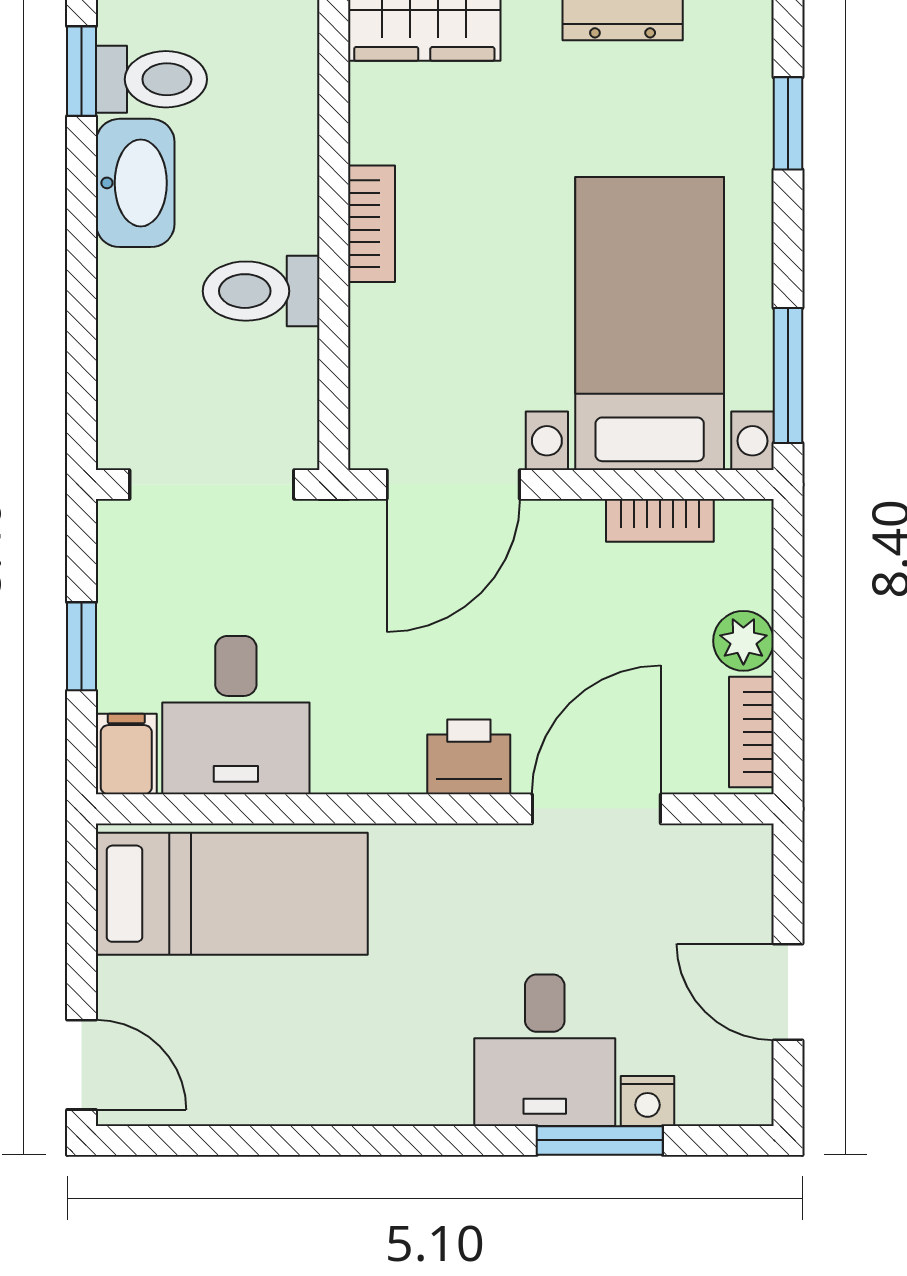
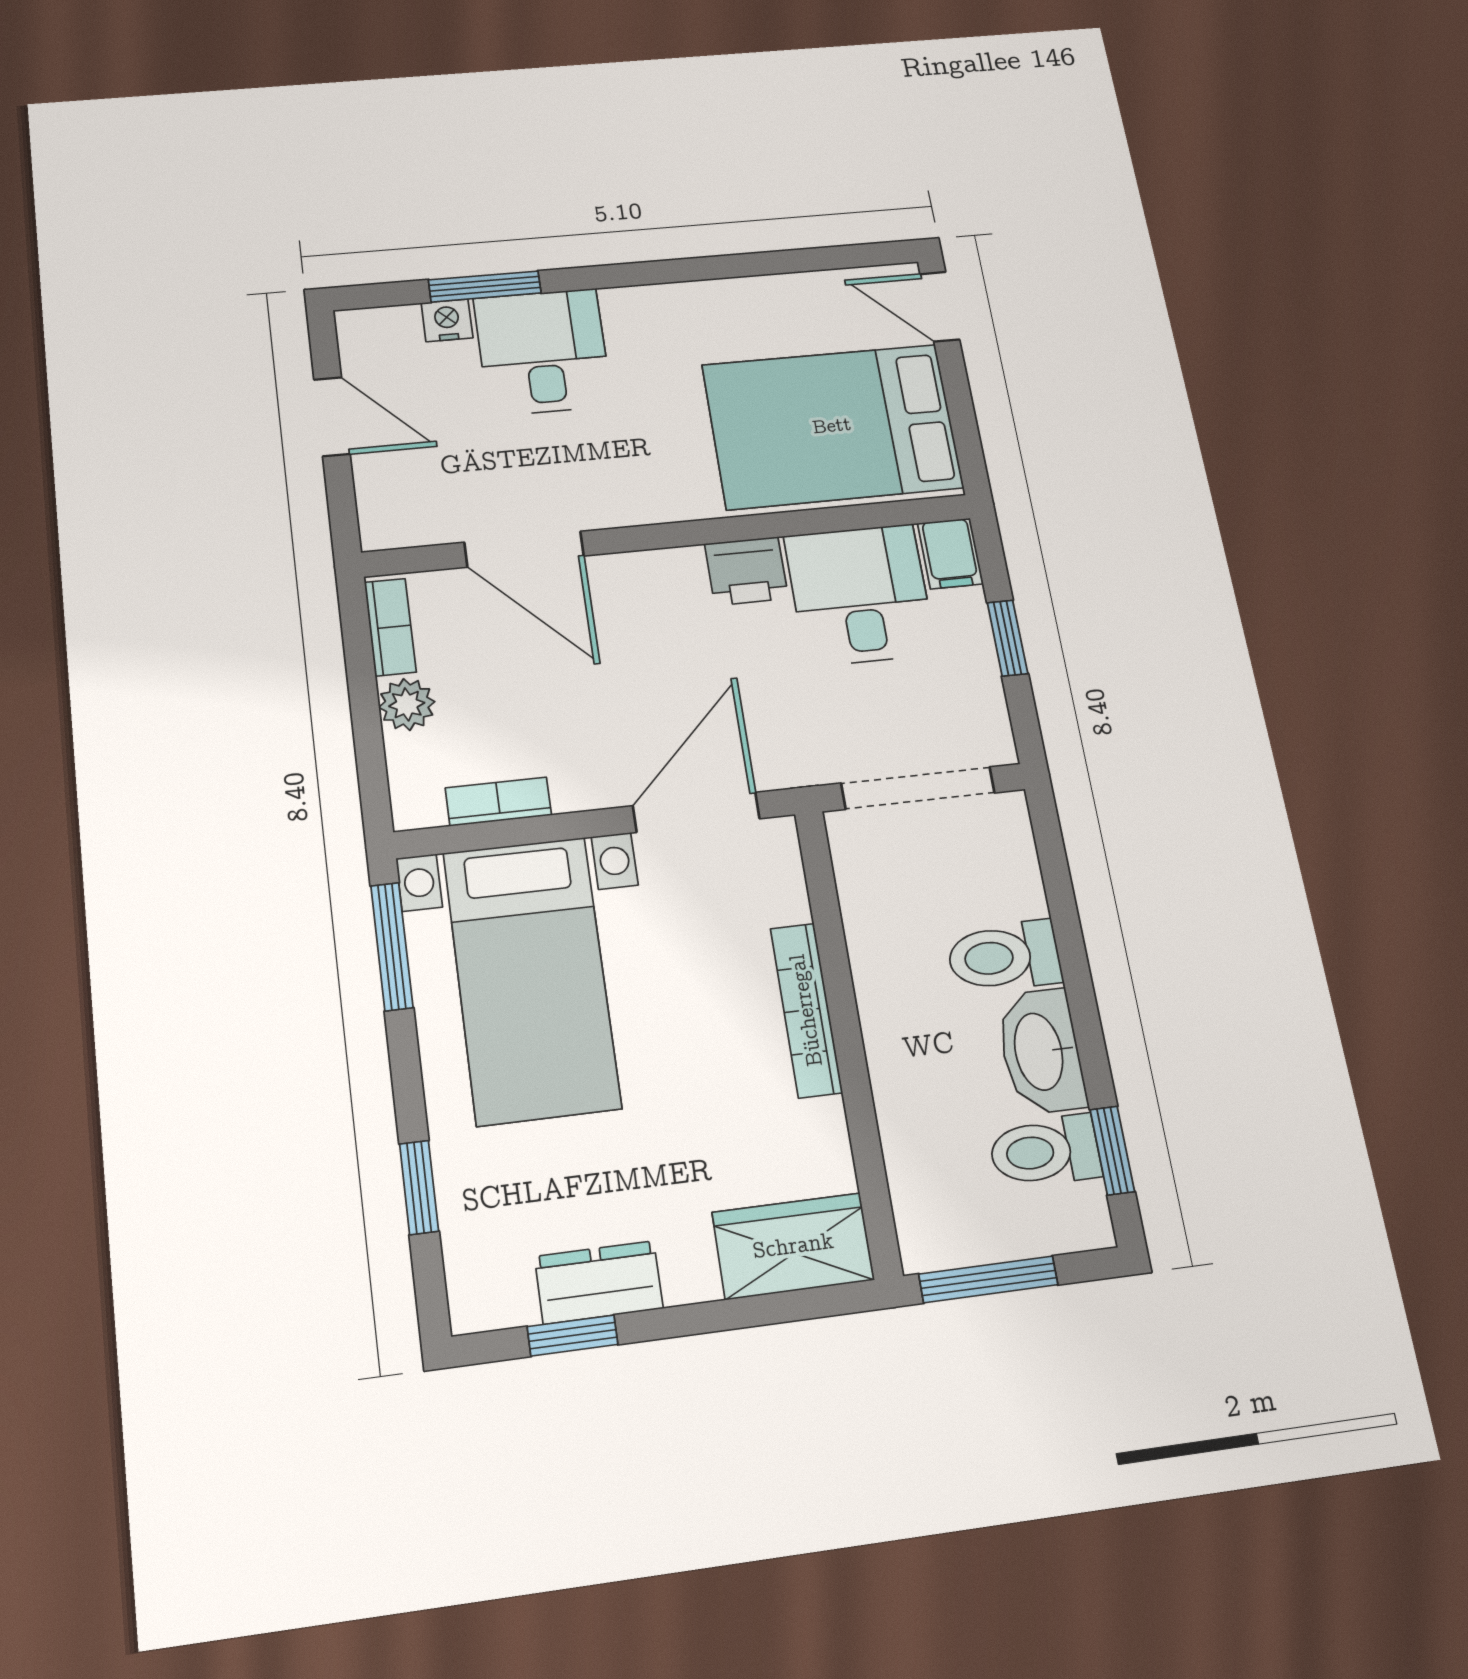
bookcase: (372, 224) -> (806, 1010), width x1.56
toilet: (261, 291) -> (1004, 956), moved, turned 180
printer: (469, 757) -> (746, 571), moved
door: (596, 809) -> (524, 549), hinge flipped
bed: (232, 894) -> (832, 426), width x1.50

